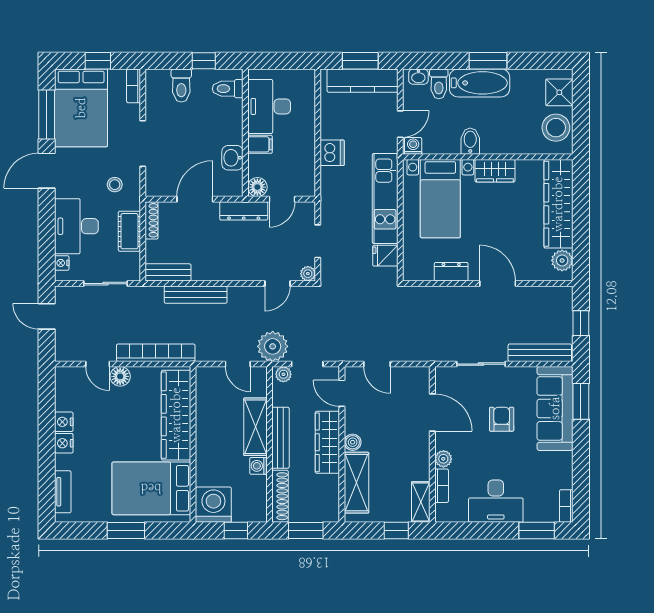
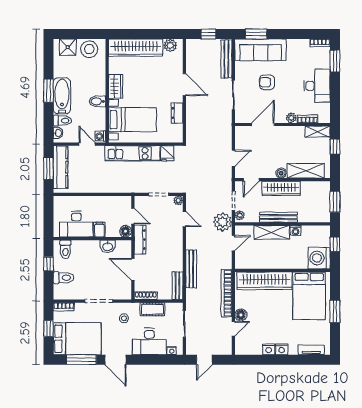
dishwasher: (332, 153) -> (105, 186), removed
door: (498, 284) -> (184, 85), swing flipped
shoe rack: (280, 496) -> (314, 217), removed

